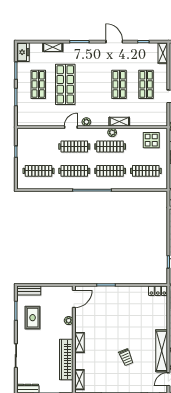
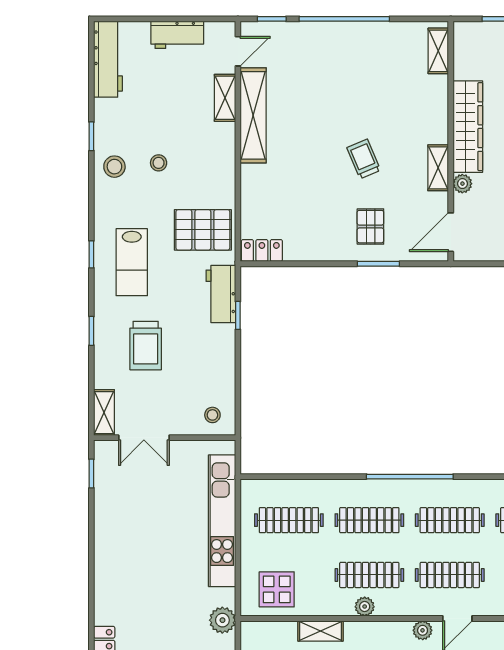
shelving: (119, 122) -> (321, 631), moved
pallet: (110, 301) -> (370, 227), added
shelving: (79, 342) -> (438, 168), moved
trolley: (126, 357) -> (364, 159), moved
wardrobe: (66, 360) -> (468, 127), moved

